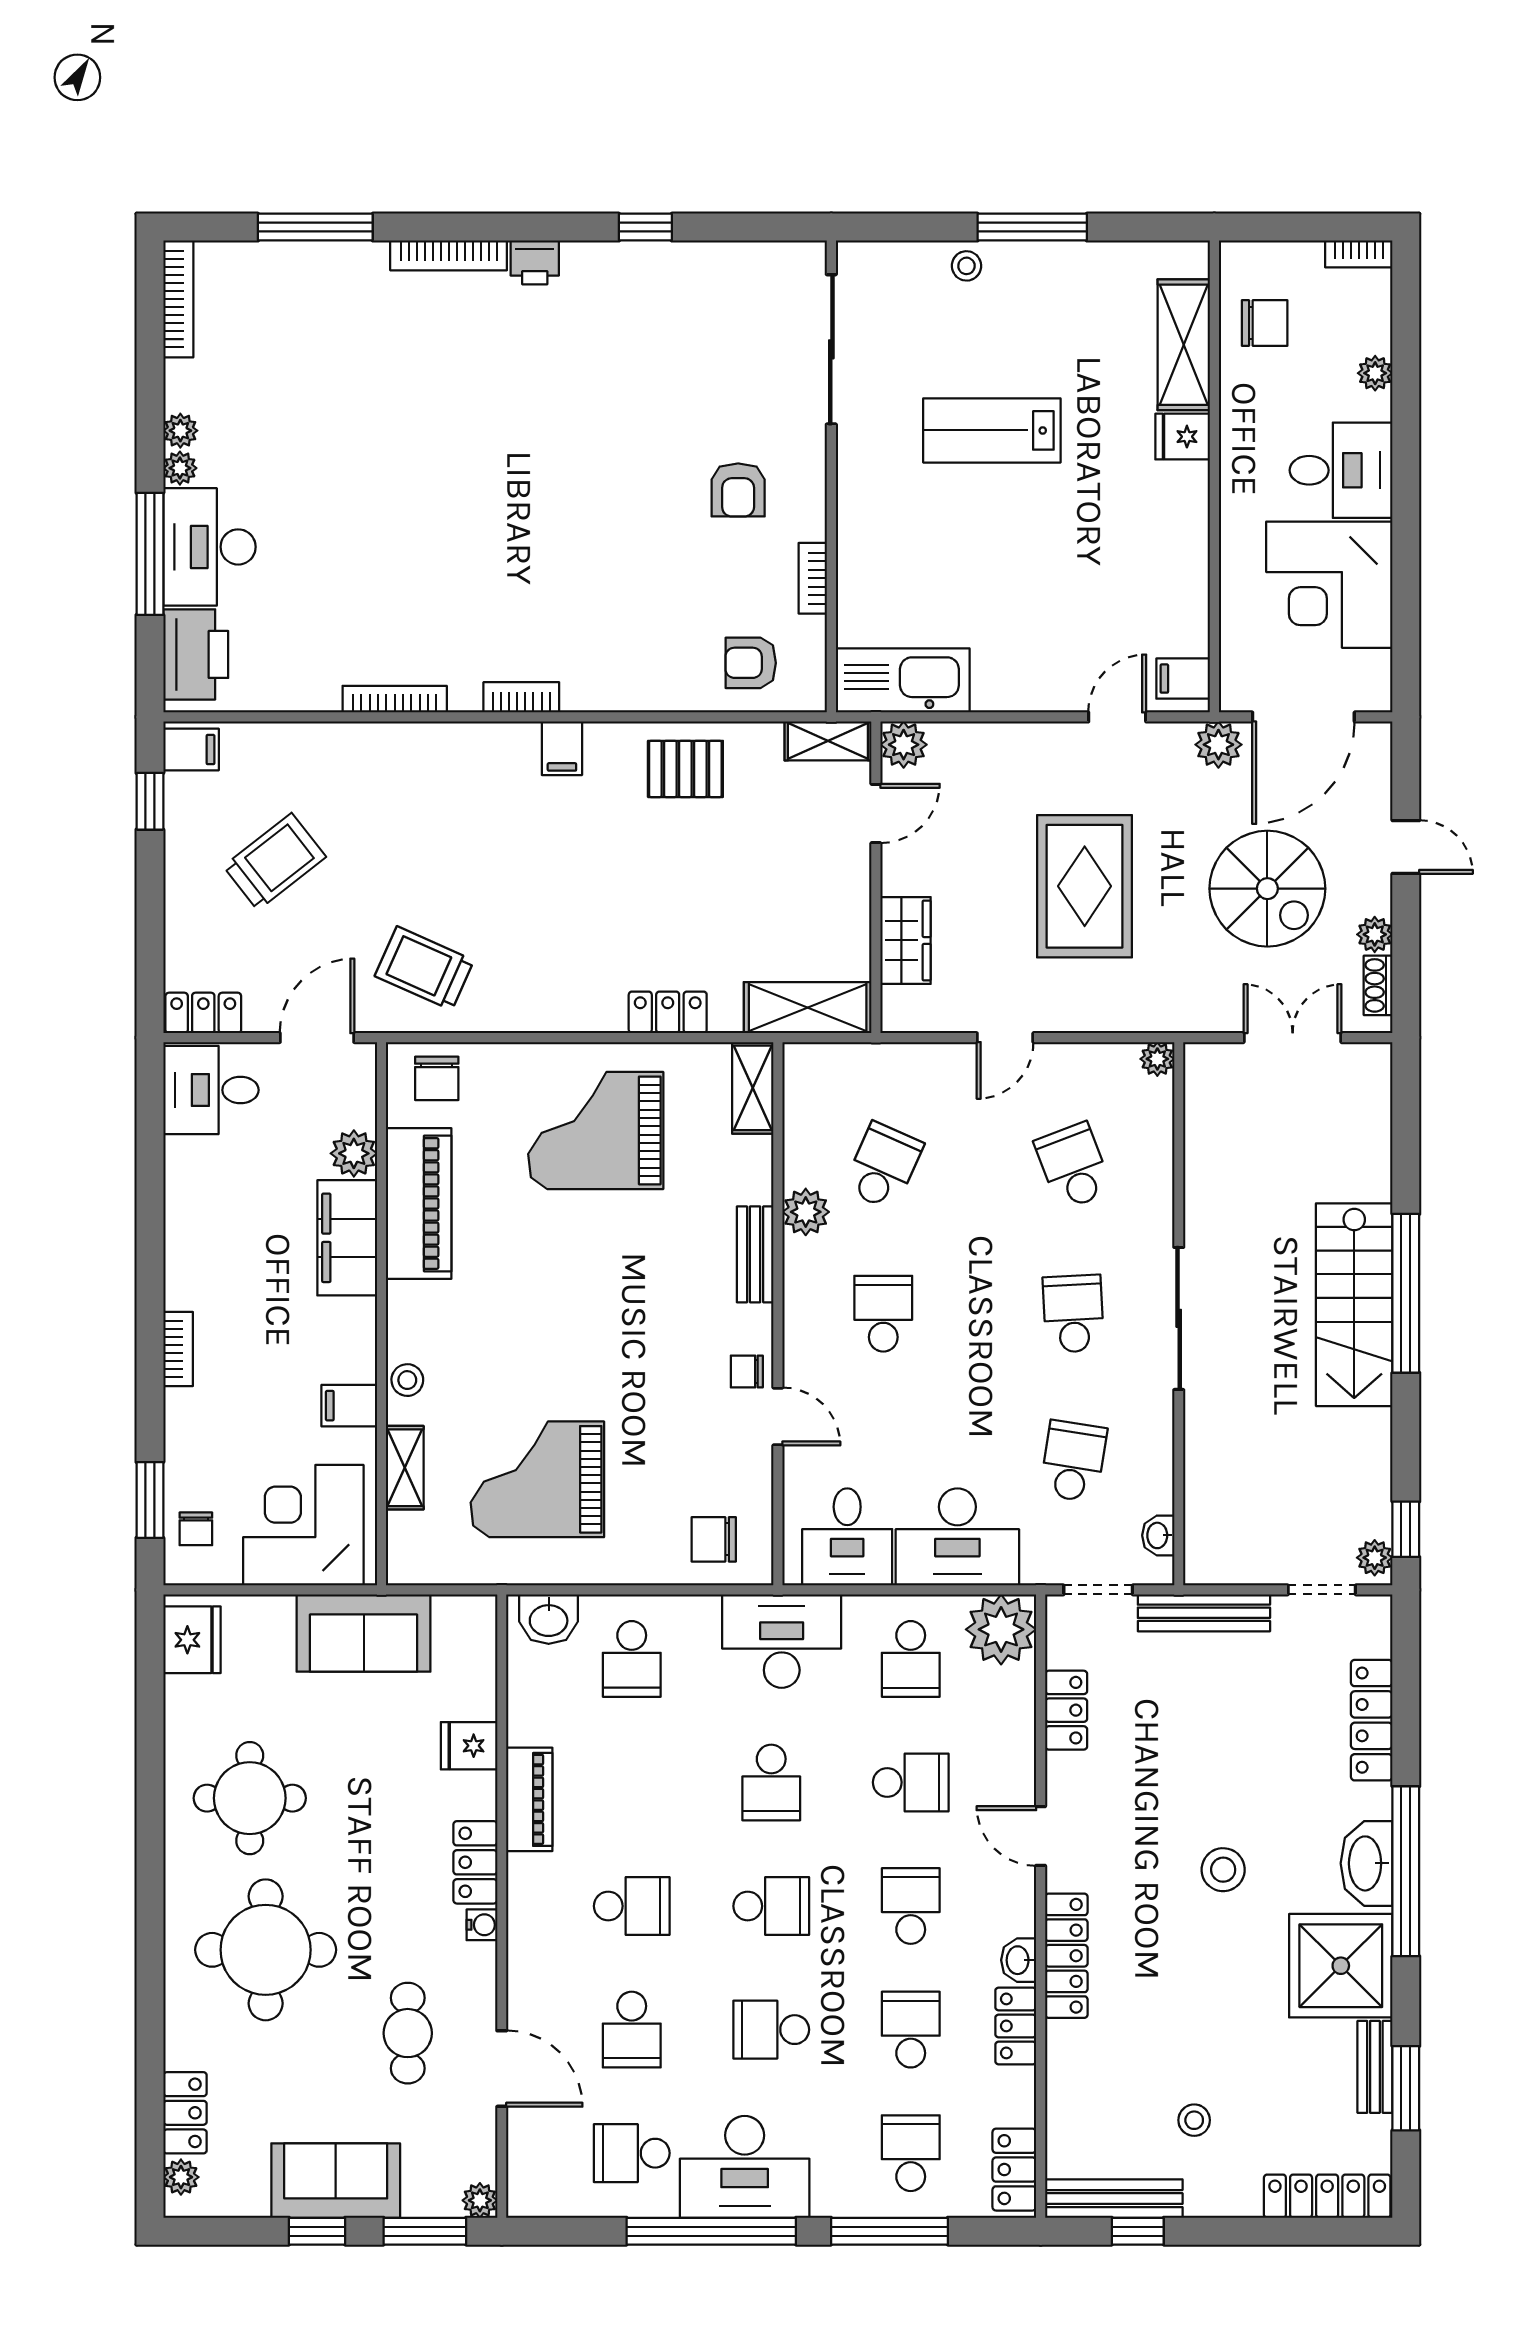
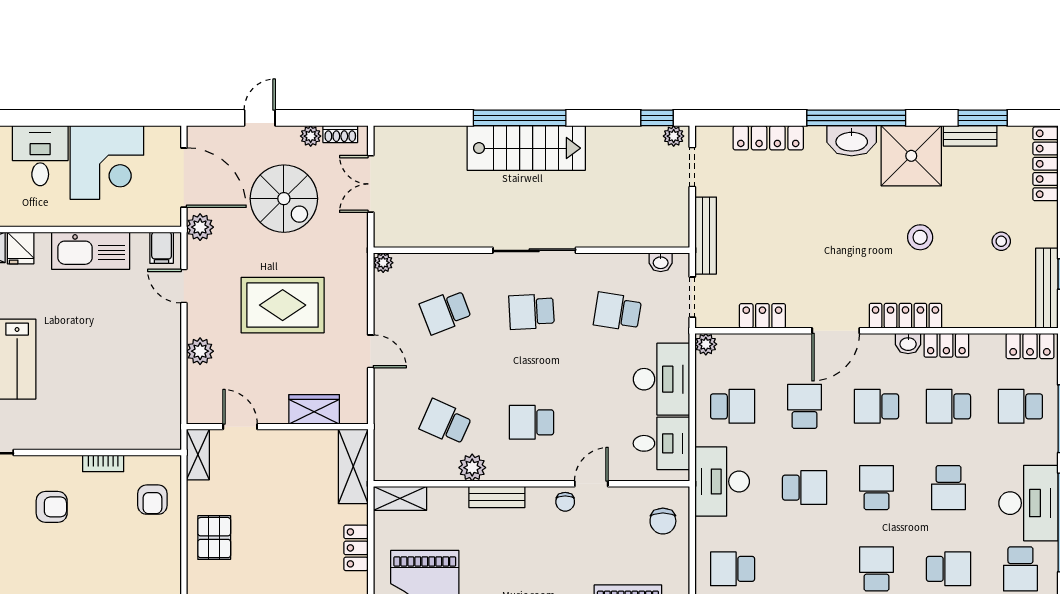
kitchen sink: (903, 680) -> (91, 251), moved, turned -90
plant: (904, 745) -> (200, 351), moved
spiral stairs: (1267, 889) -> (284, 199), turned 90
plant: (1001, 1629) -> (706, 344), width x0.53, depth x0.53
school desk: (632, 1659) -> (733, 569), turned 180
door: (1041, 1836) -> (836, 331), width x1.38
stool: (1223, 1870) -> (920, 237), moved

